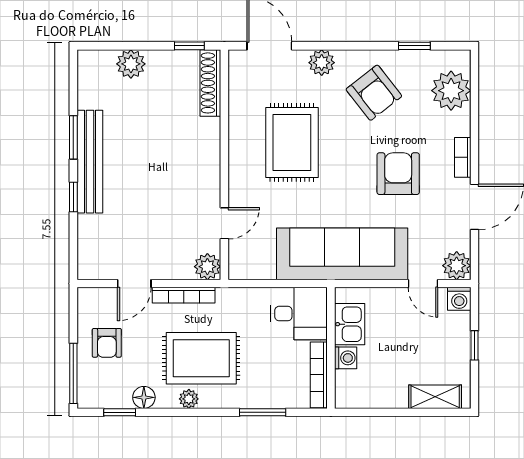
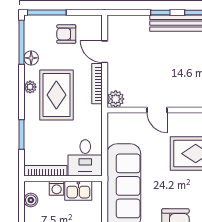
door: (224, 223) -> (157, 110), moved
boiler: (364, 398) -> (31, 200), added
window: (120, 412) -> (22, 42), width x2.17

